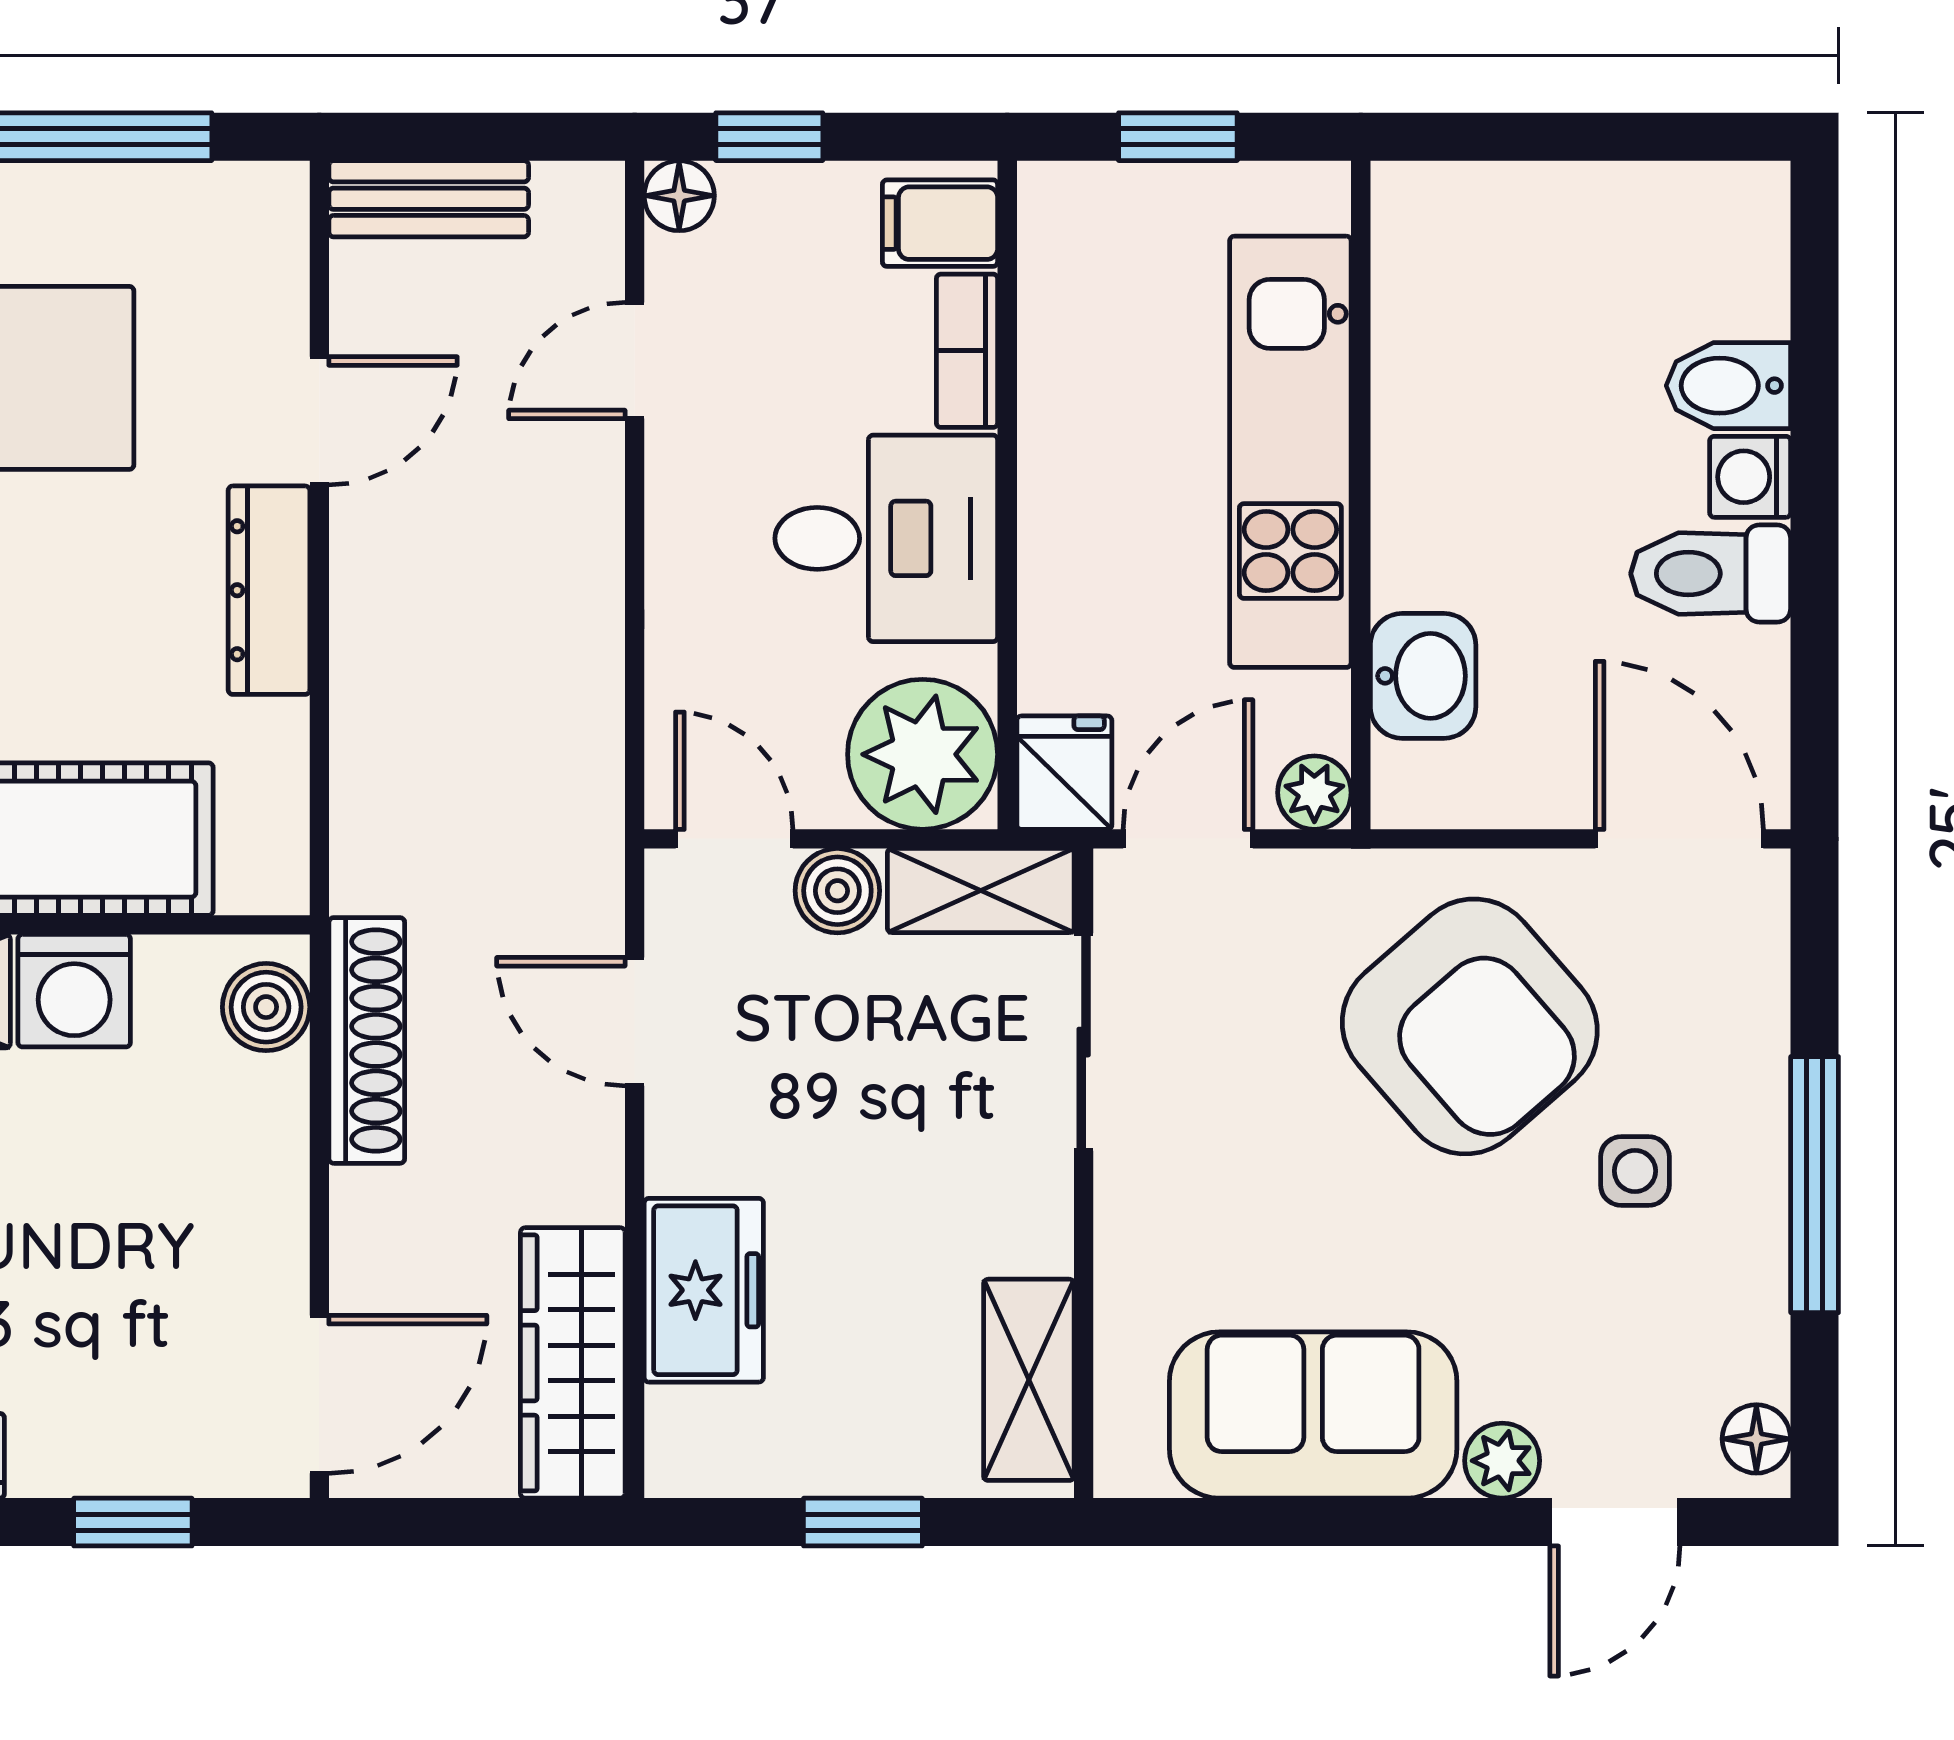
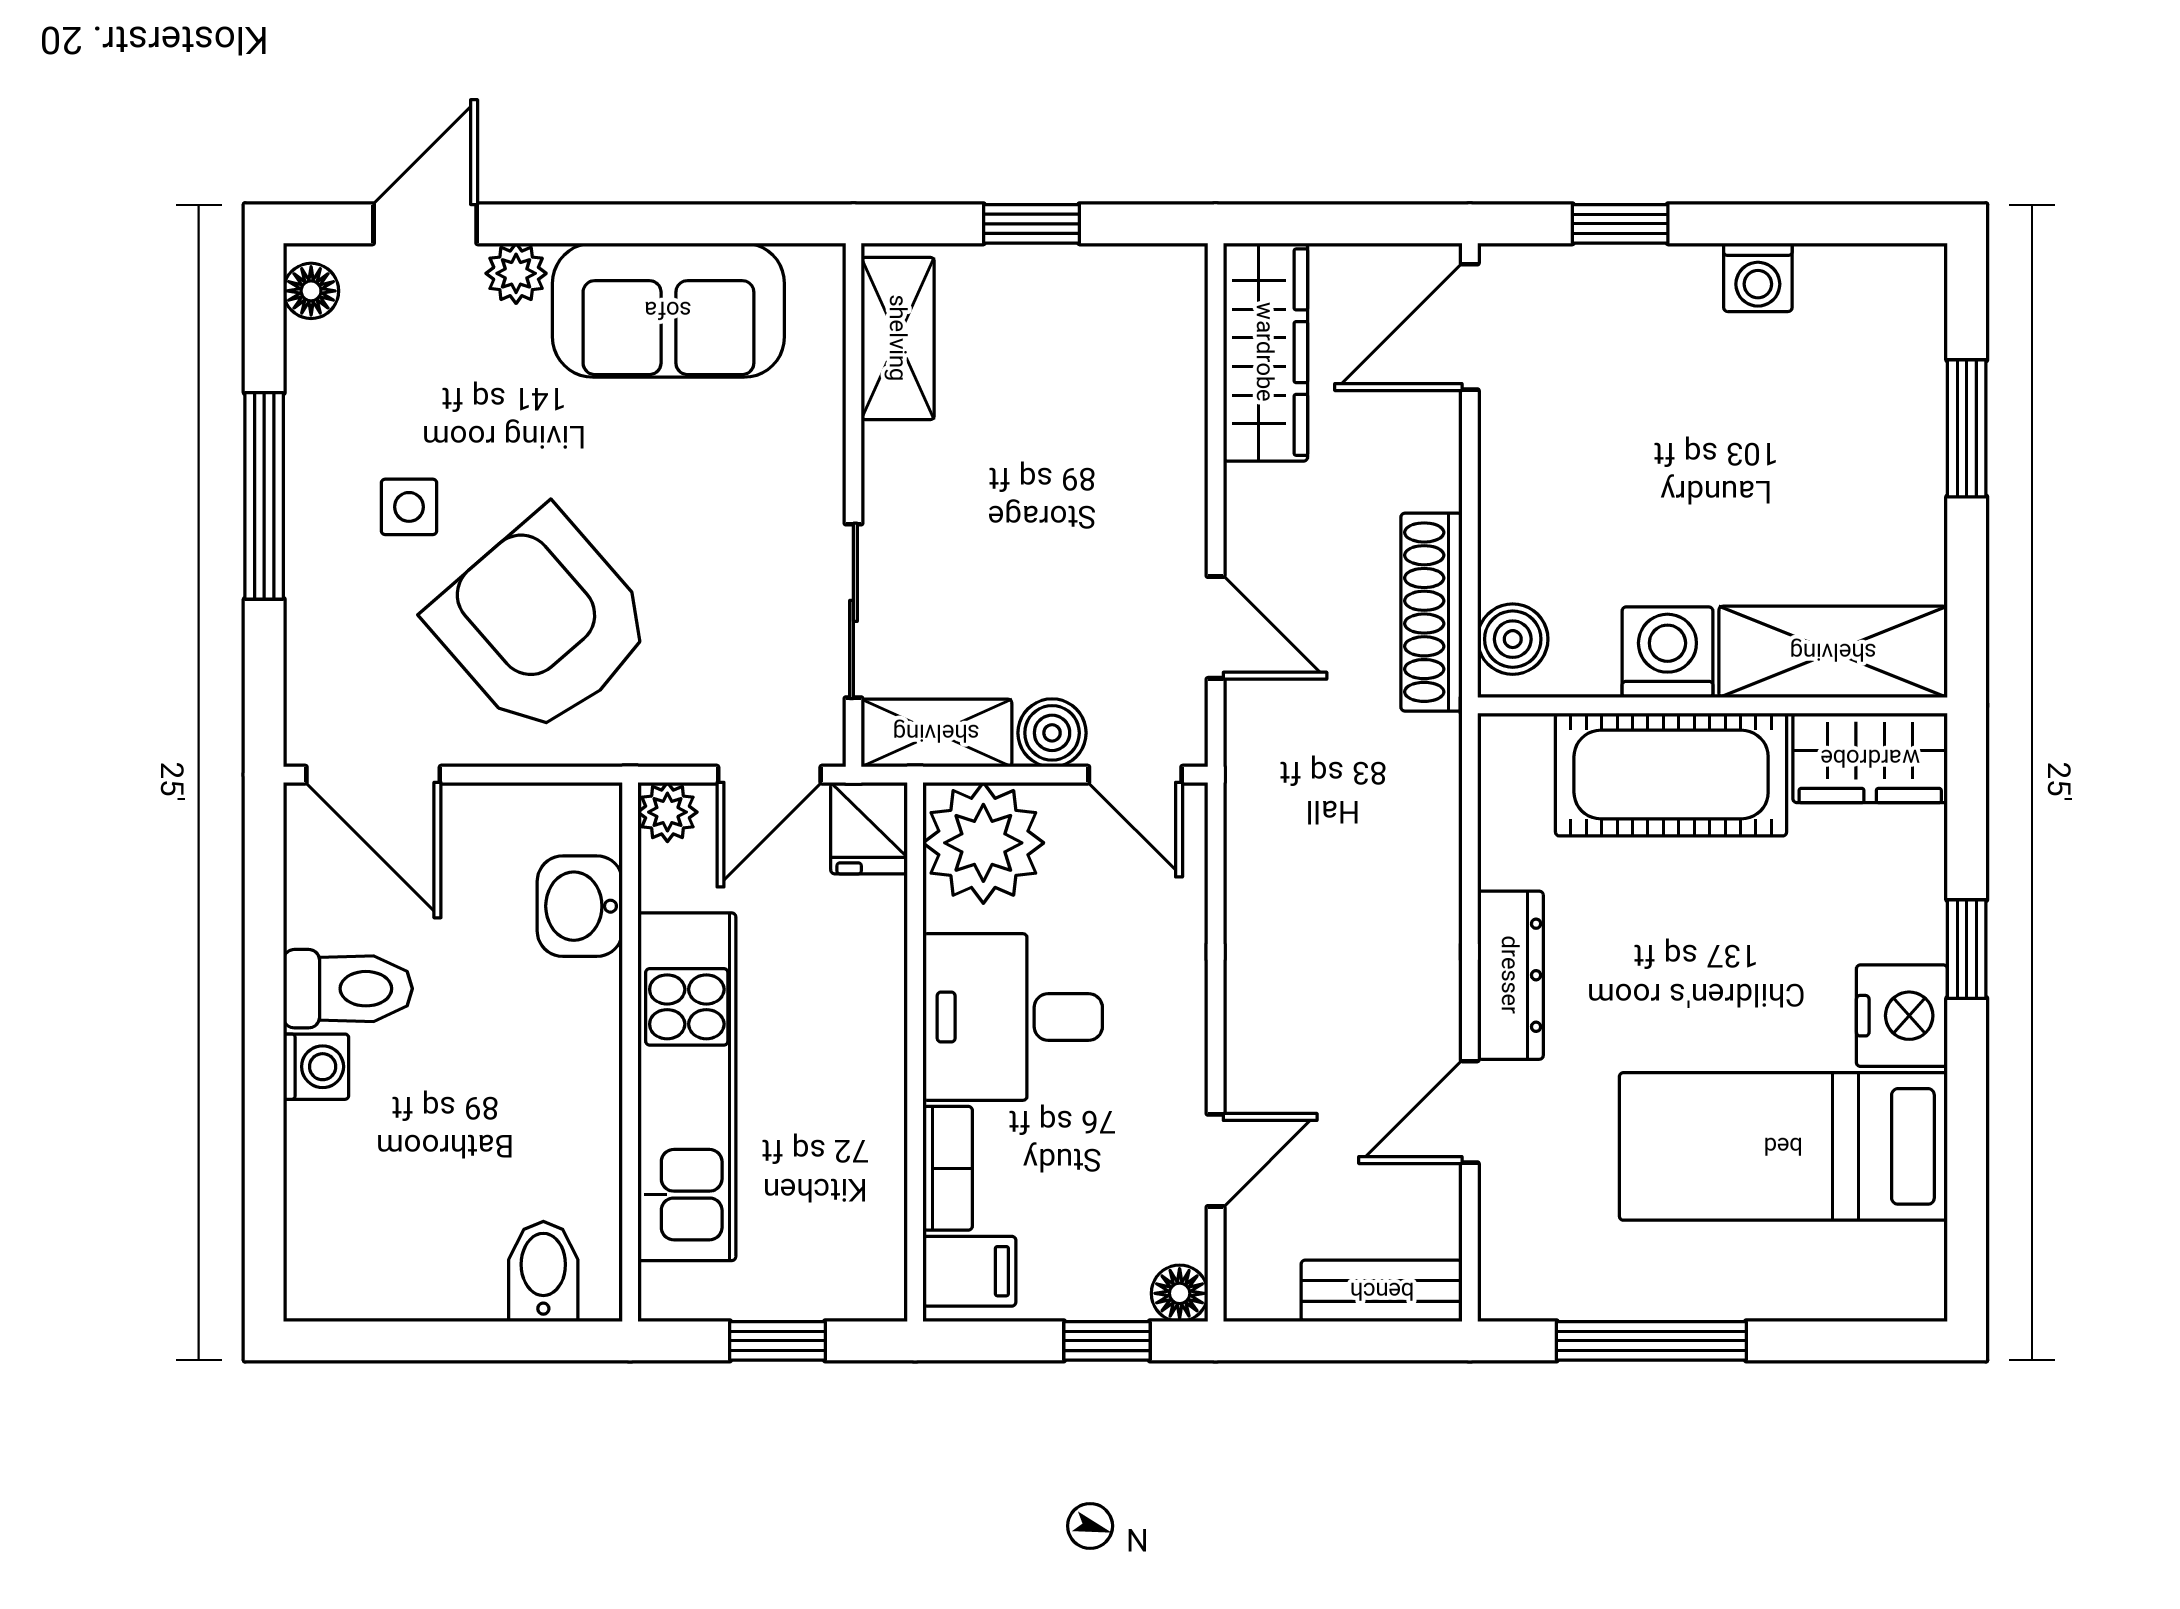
bidet: (1728, 386) -> (543, 1271), moved, turned -90
freezer: (704, 1290) -> (1160, 411), removed

